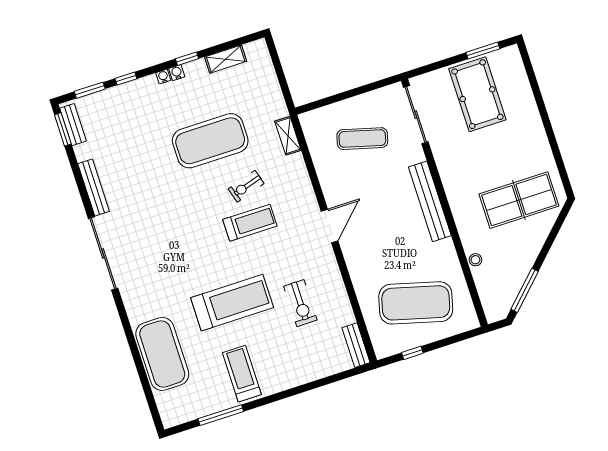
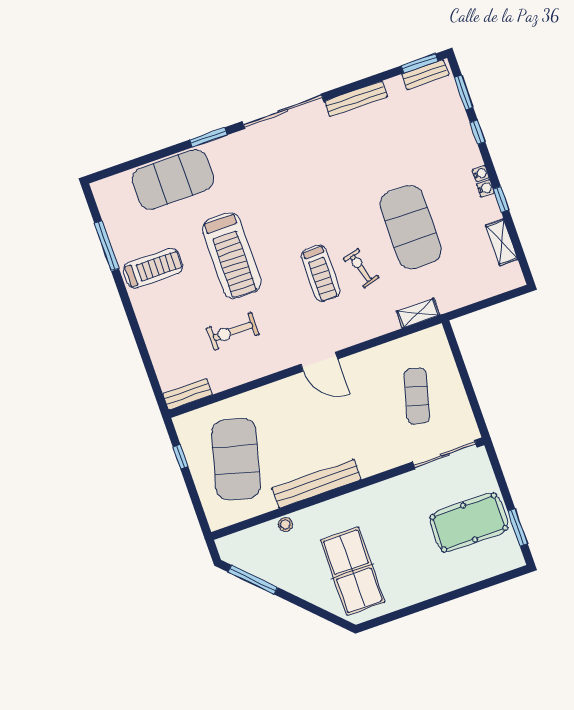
bench: (430, 201) -> (316, 484), moved
window: (125, 321) -> (208, 137), added

